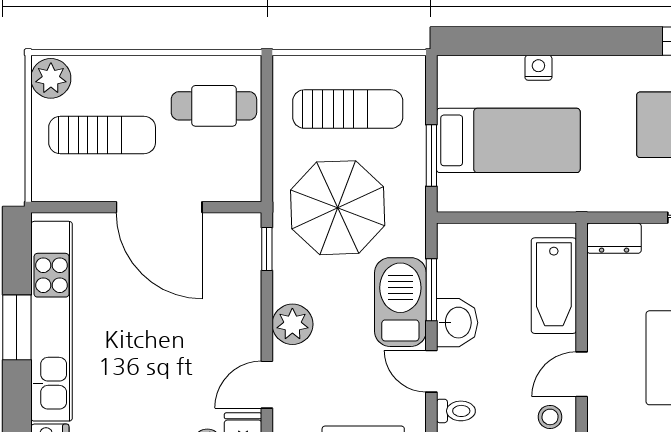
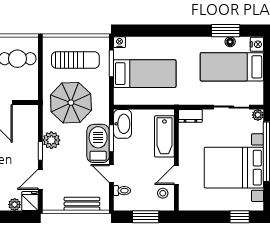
nightstand: (538, 68) -> (119, 42), moved
window: (431, 155) -> (111, 63), moved
window: (267, 249) -> (40, 151), moved
washbasin: (457, 323) -> (123, 124), moved, width x1.38
plant: (292, 324) -> (51, 140), moved

